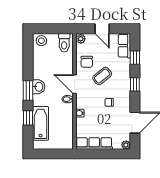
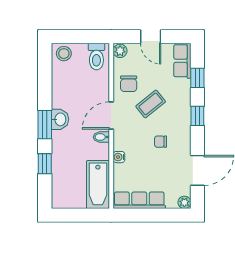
door: (75, 84) -> (111, 116), hinge flipped
bathtub: (41, 123) -> (98, 185), moved, turned 180

